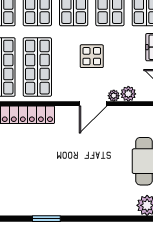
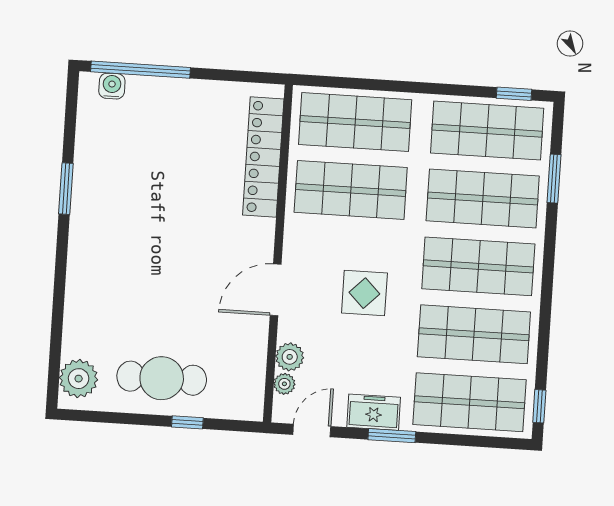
plant: (114, 96) -> (284, 384), moved
door: (93, 104) -> (276, 290), hinge flipped

